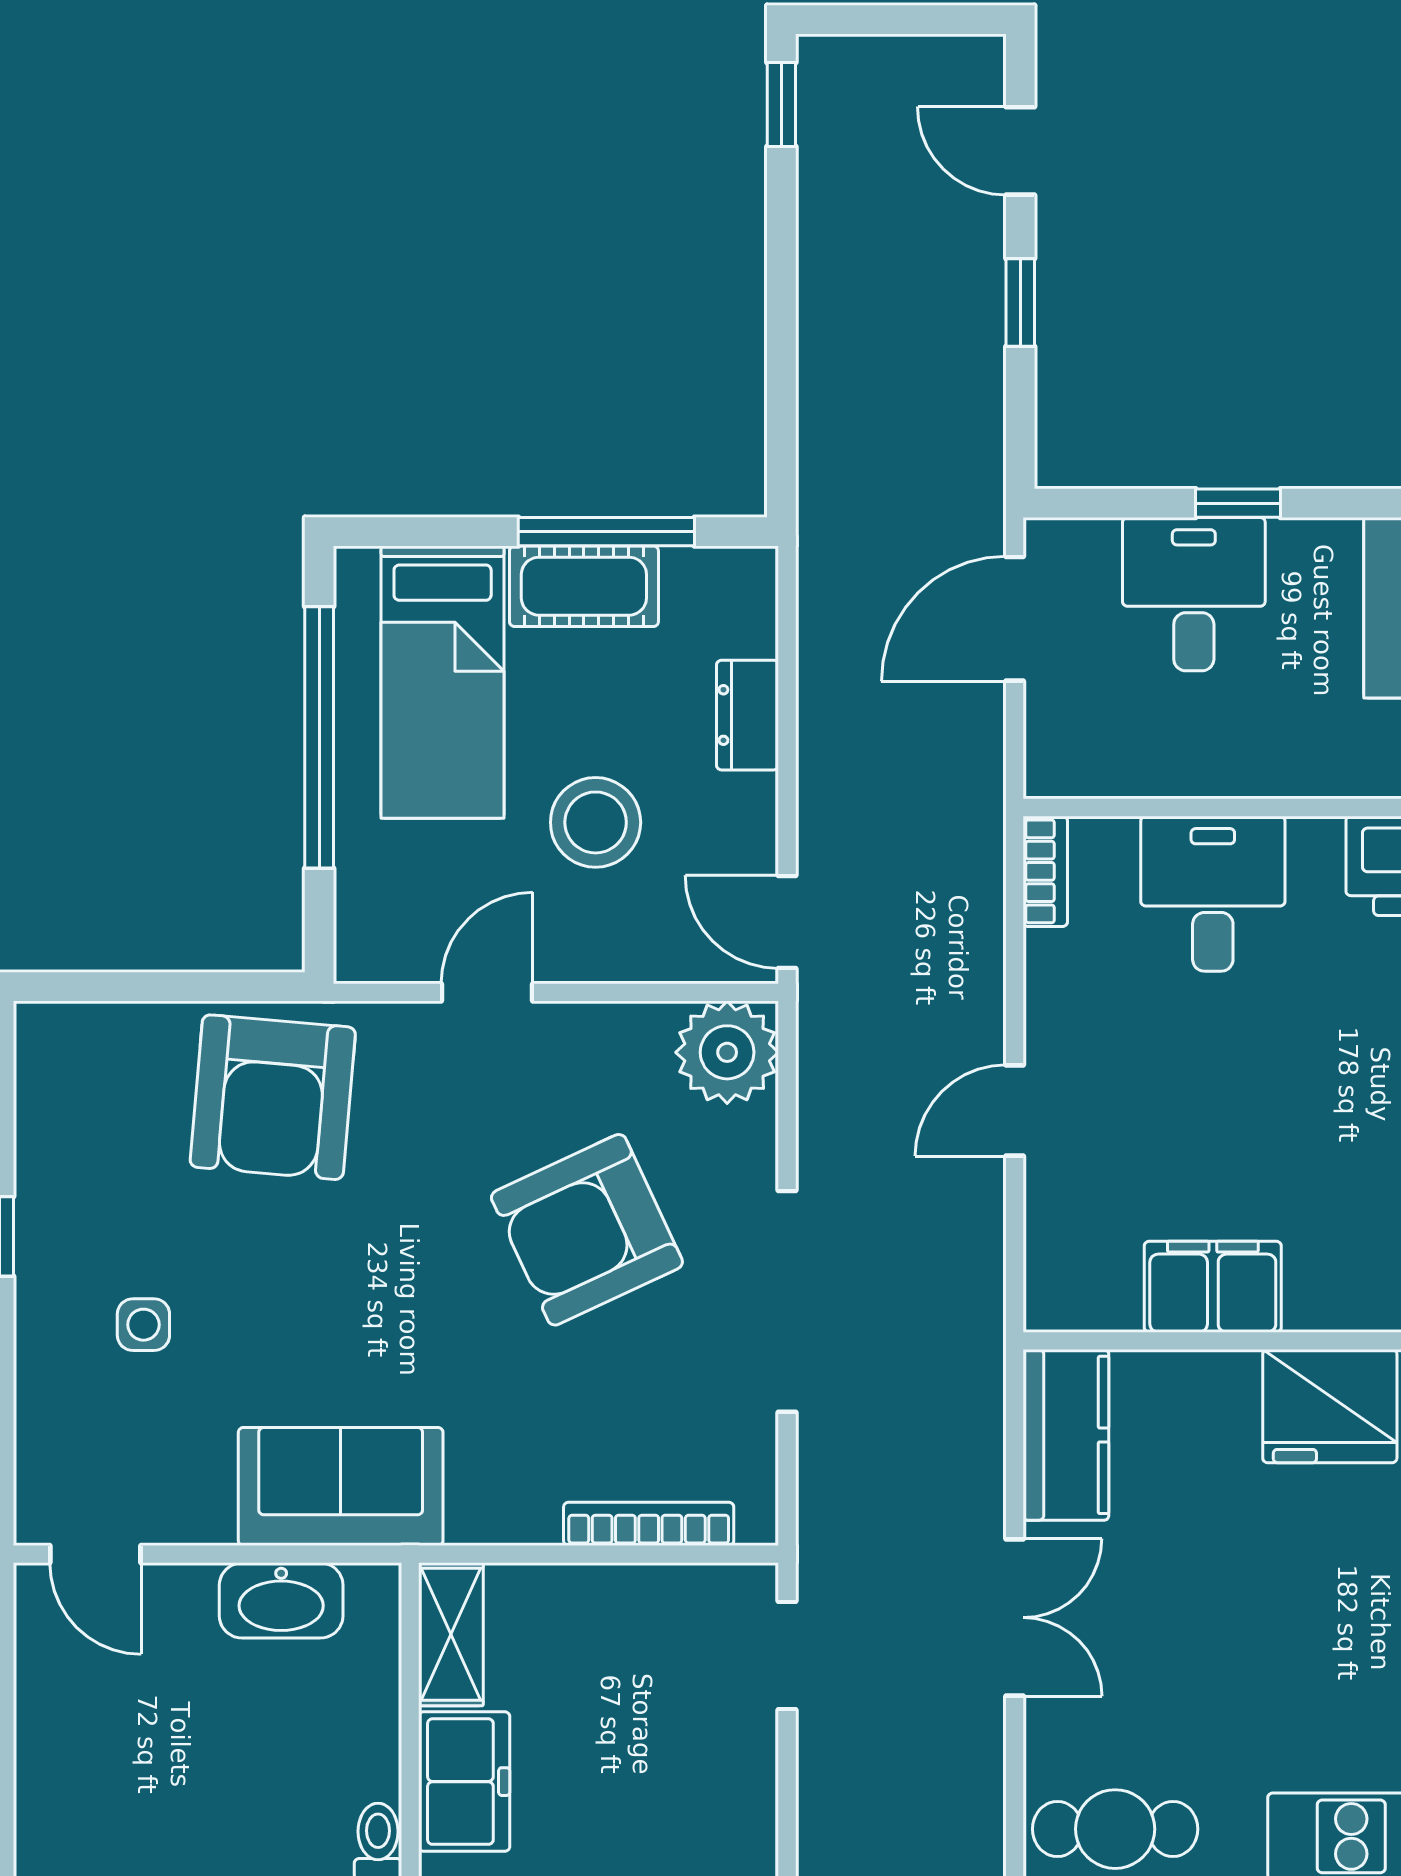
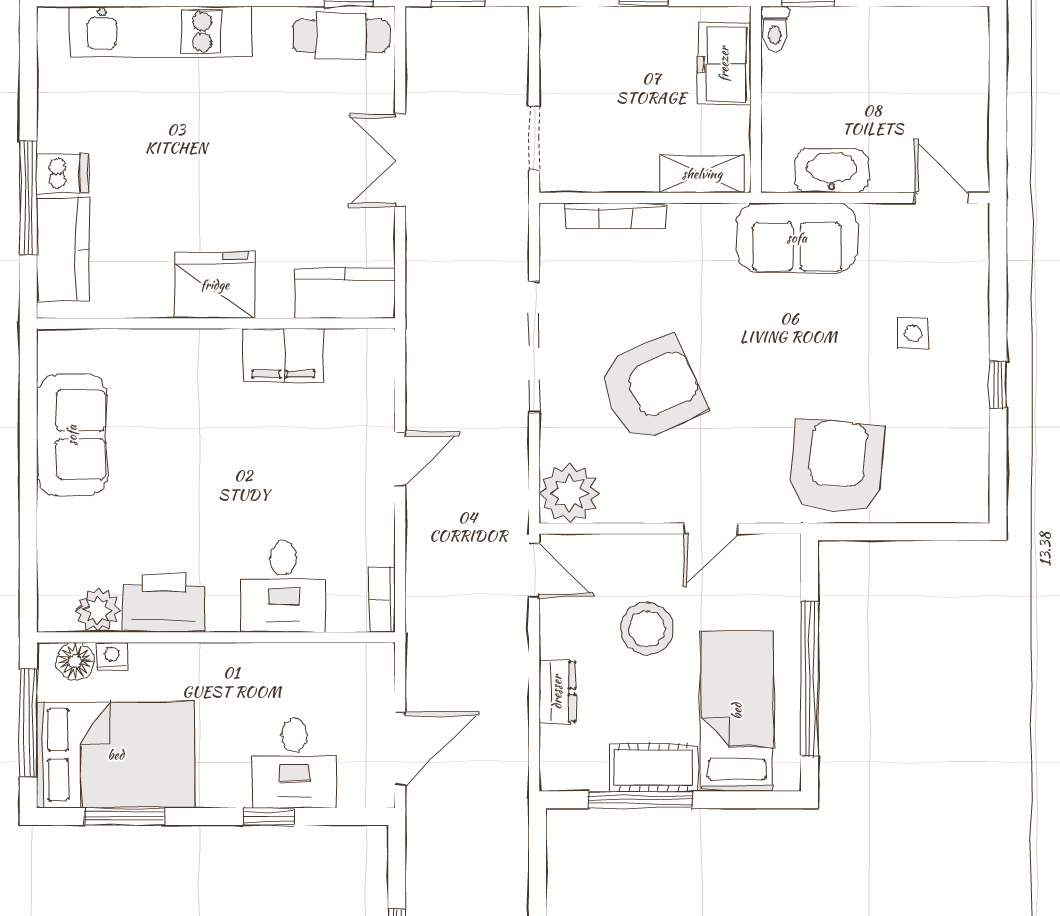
kitchen counter: (1066, 1435) -> (345, 293), moved, turned 90
shelving: (451, 1634) -> (702, 174), moved, turned 90

